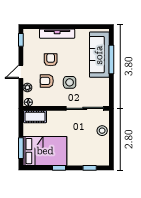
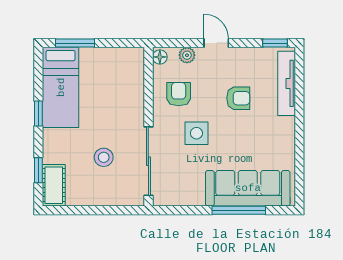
tv unit: (57, 34) -> (287, 83), moved
armchair: (47, 81) -> (179, 94), moved
cot: (35, 117) -> (54, 185), moved
stool: (102, 131) -> (104, 157), moved
bed: (45, 151) -> (61, 87), width x0.67

